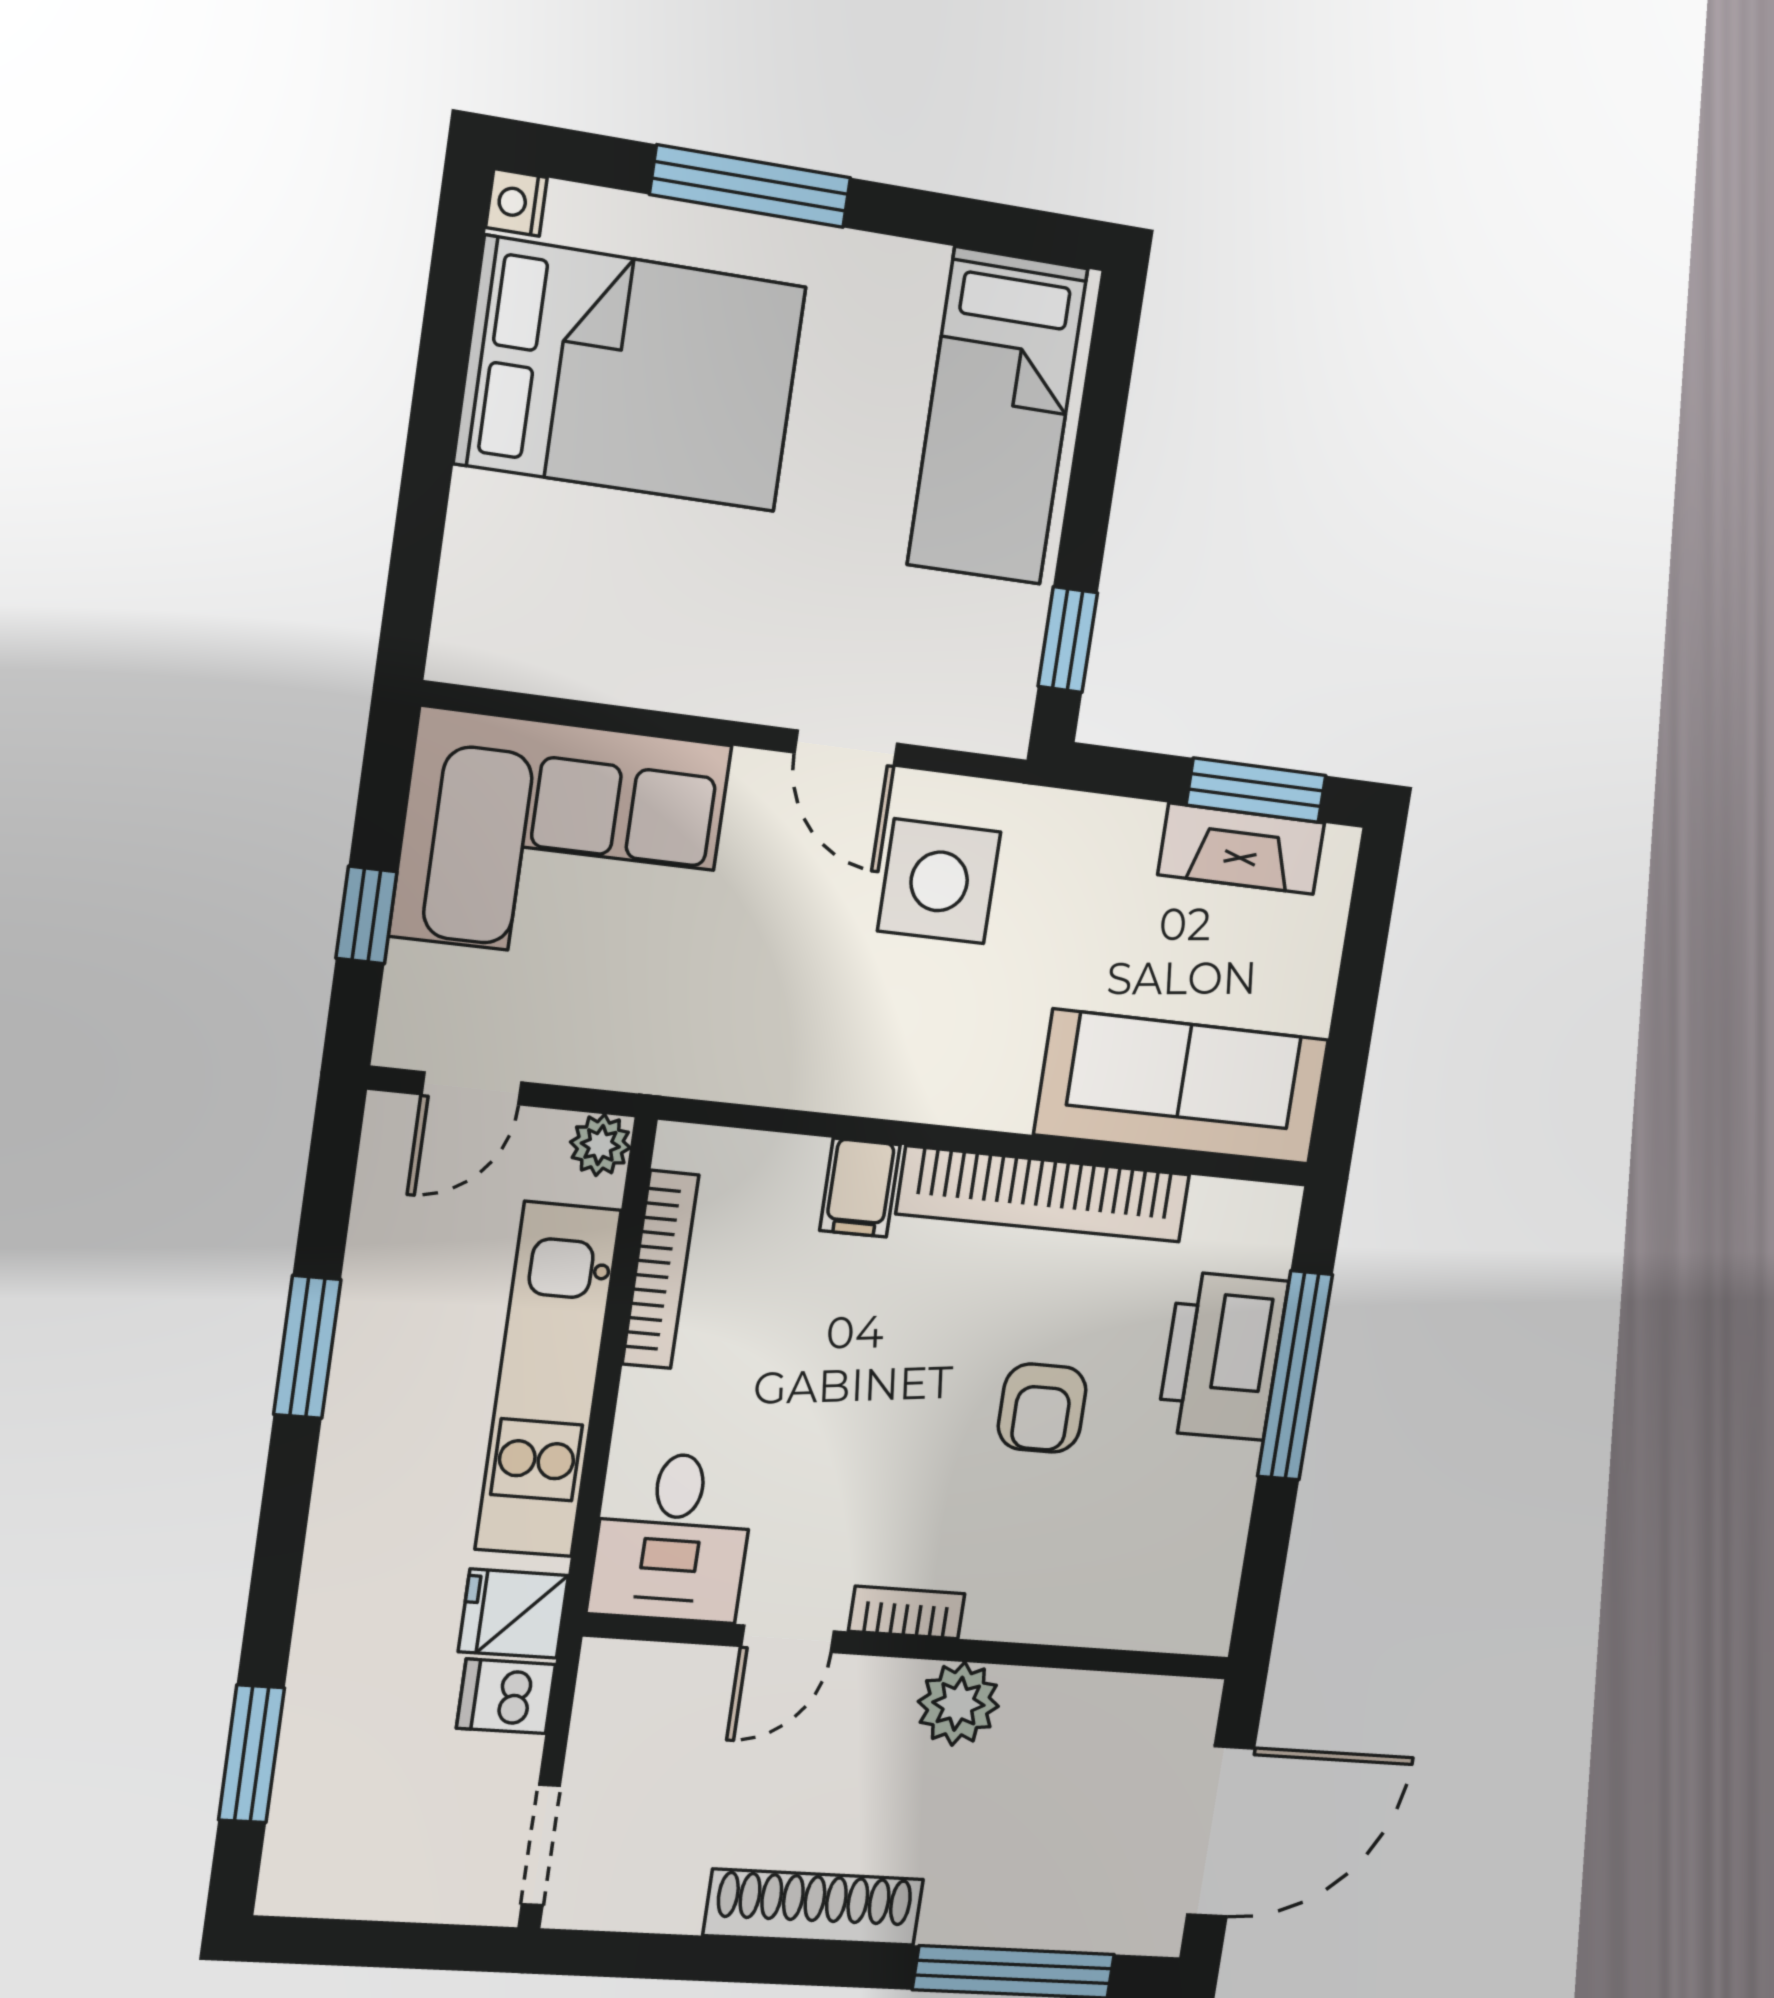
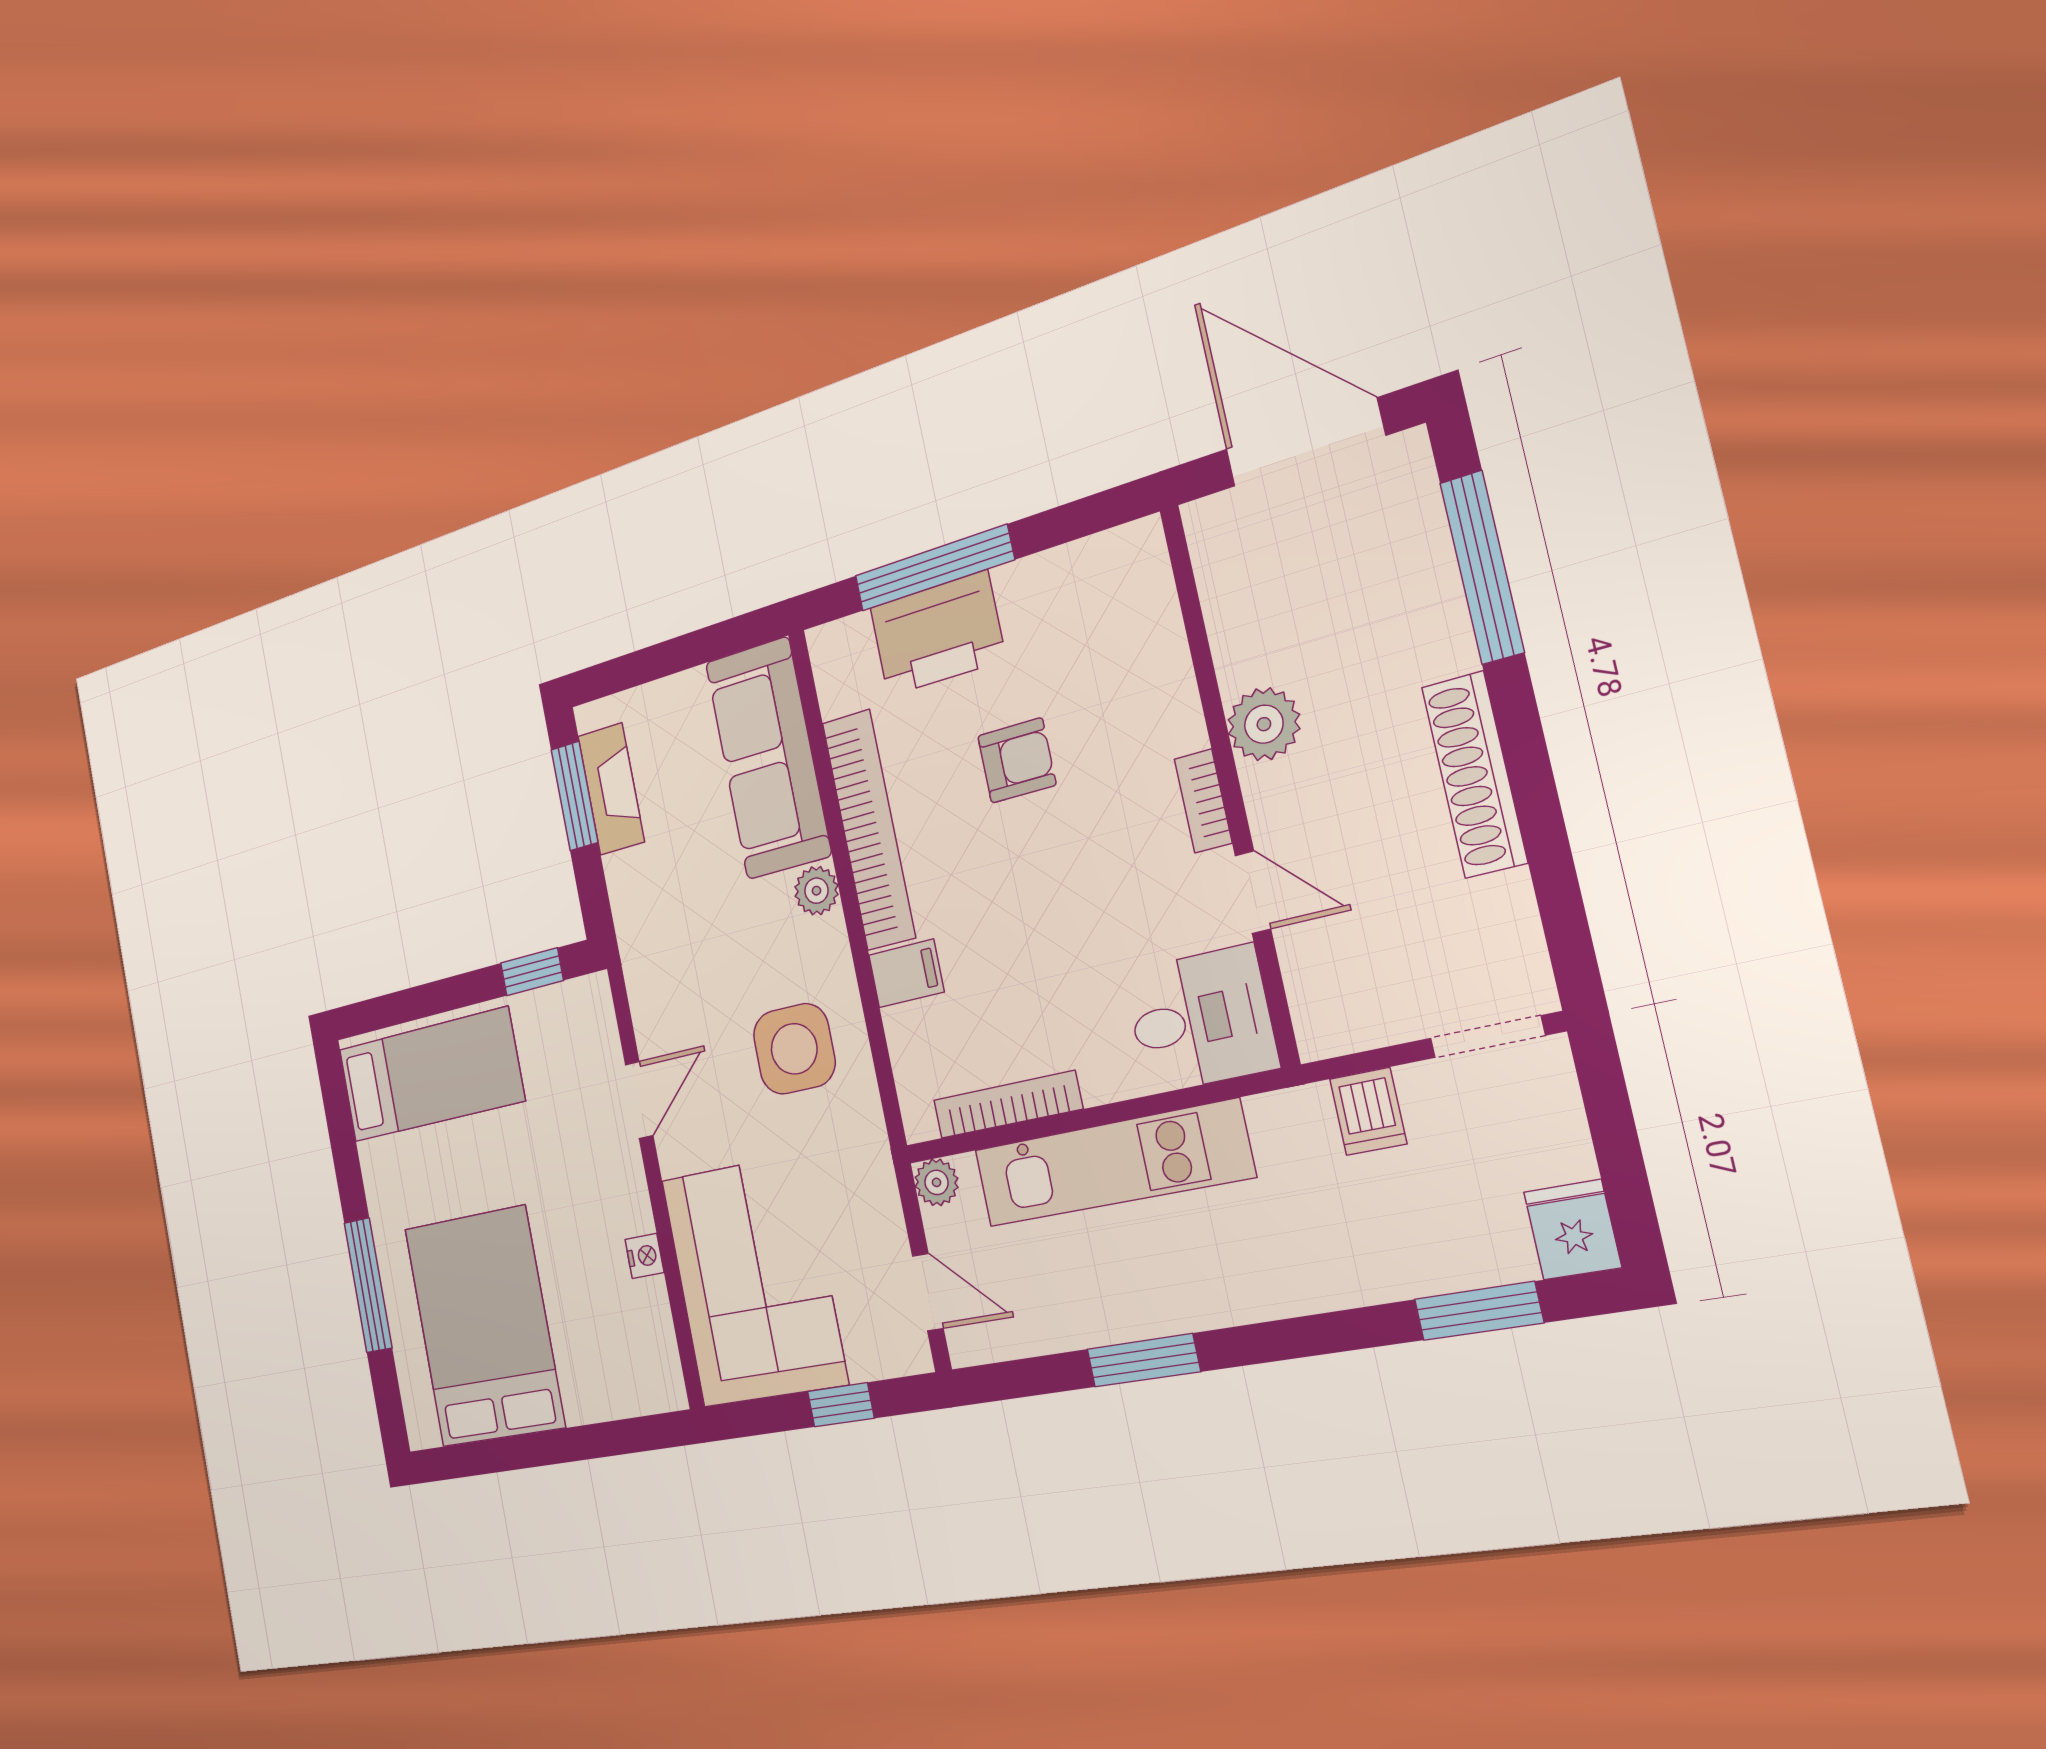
nightstand: (516, 203) -> (645, 1256), moved, turned -90
side table: (939, 881) -> (794, 1049), moved
plant: (1002, 1099) -> (816, 891), added
fridge: (513, 1614) -> (1572, 1230), moved, turned 180

